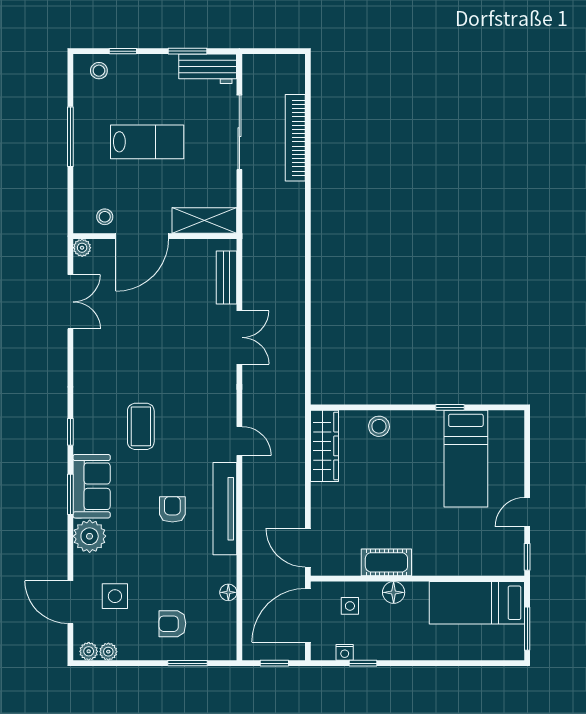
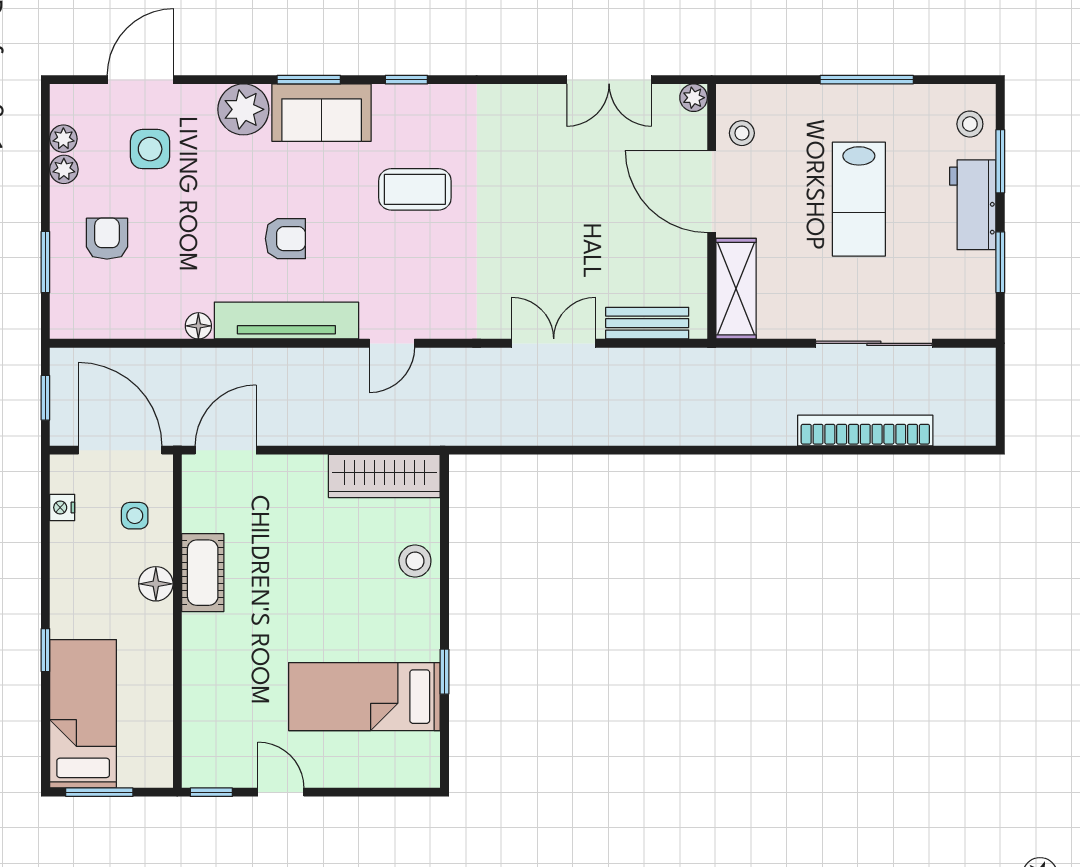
window: (123, 51) -> (1000, 161), width x1.50
workbench: (208, 69) -> (973, 205), moved
double door: (239, 337) -> (554, 343), swing flipped
floor lamp: (228, 592) -> (198, 326), moved
bed: (477, 603) -> (83, 714), moved
plant: (89, 651) -> (64, 169), moved
window: (363, 663) -> (45, 650), moved

